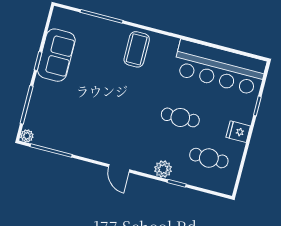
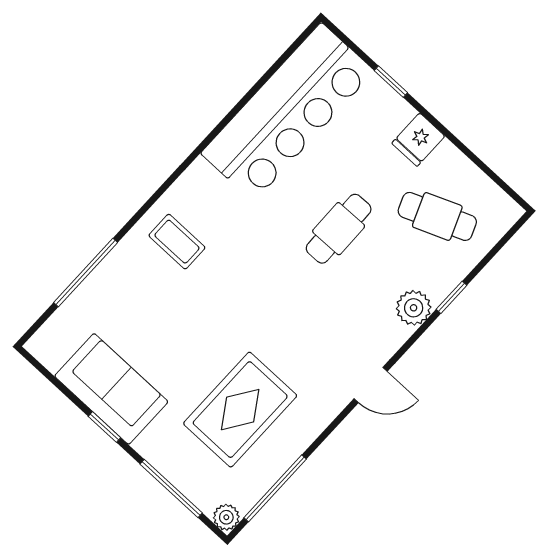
coffee table: (137, 49) -> (177, 242), width x0.73, depth x0.77
rug: (78, 117) -> (240, 410), added
cafe table: (209, 158) -> (437, 216), turned 68

